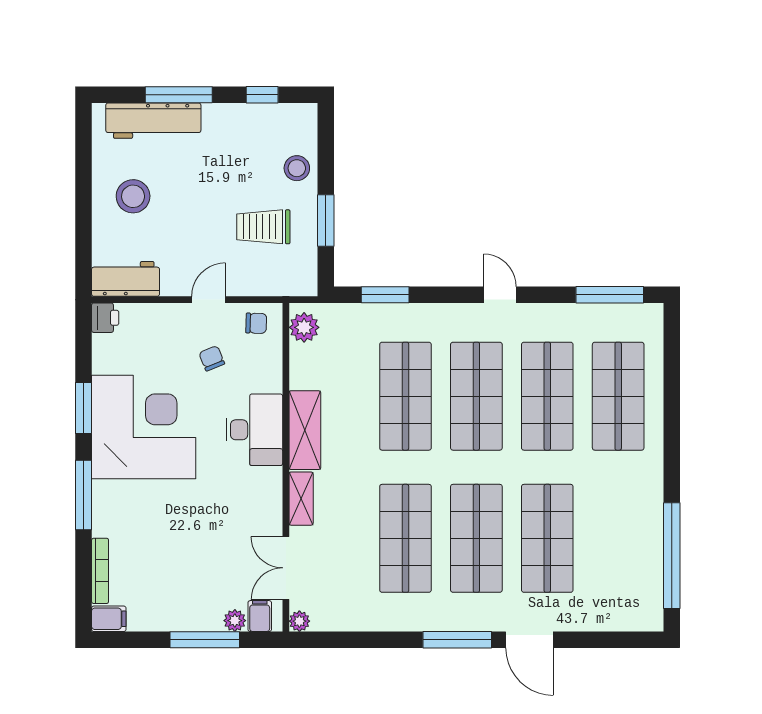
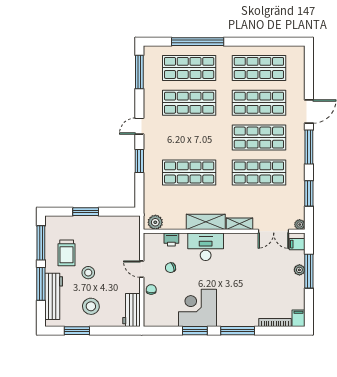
window: (262, 95) -> (41, 243), width x2.17
window: (84, 168) -> (77, 331), added
stool: (297, 168) -> (88, 273), moved
window: (326, 220) -> (86, 212), moved
trolley: (263, 227) -> (67, 253), moved
window: (385, 295) -> (139, 161), moved
printer: (105, 318) -> (171, 239), moved, turned 180
chair: (256, 323) -> (151, 289), moved
shop shelf: (476, 396) -> (259, 68), moved
corner desk: (144, 427) -> (197, 308), width x0.74, depth x0.74
window: (672, 556) -> (198, 42), moved
plant: (235, 621) -> (299, 270), moved
window: (363, 640) -> (309, 193), added

